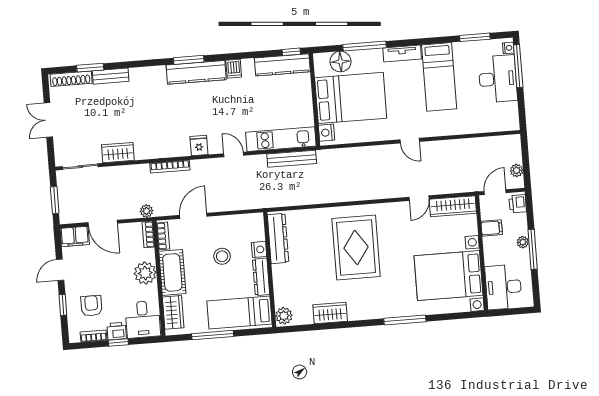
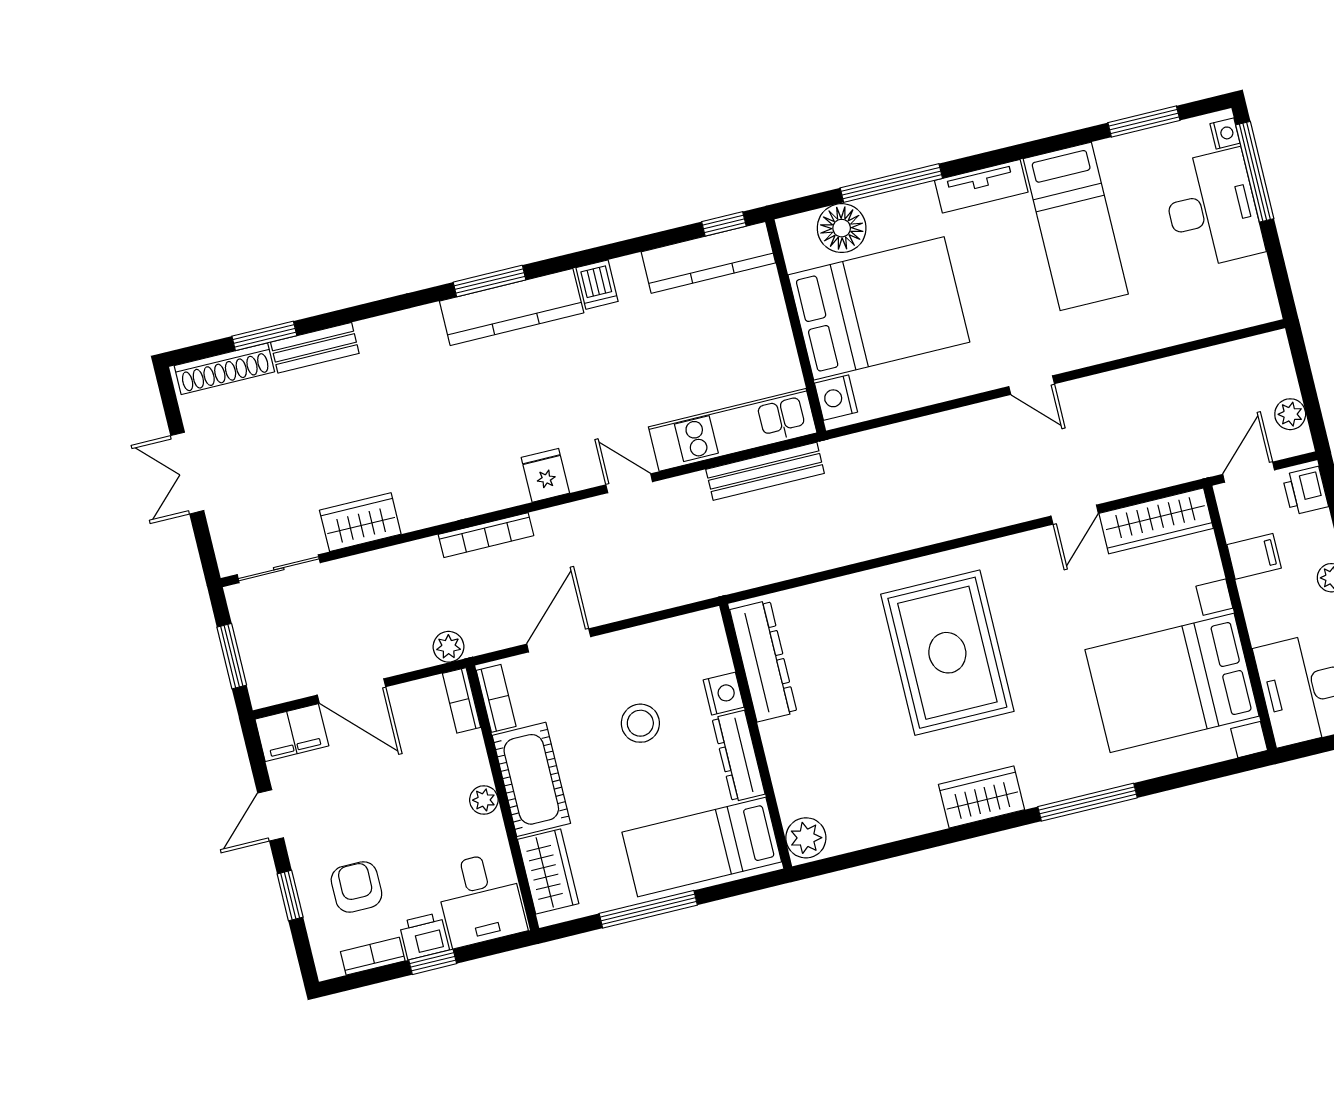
plant: (145, 273) -> (484, 800), width x0.53, depth x0.53
wardrobe: (330, 313) -> (982, 797), moved

